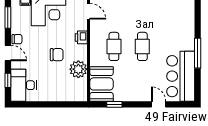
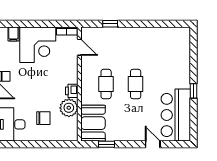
printer: (81, 37) -> (72, 91), moved
window: (198, 53) -> (193, 91), width x0.46
chair: (57, 55) -> (43, 118), moved

